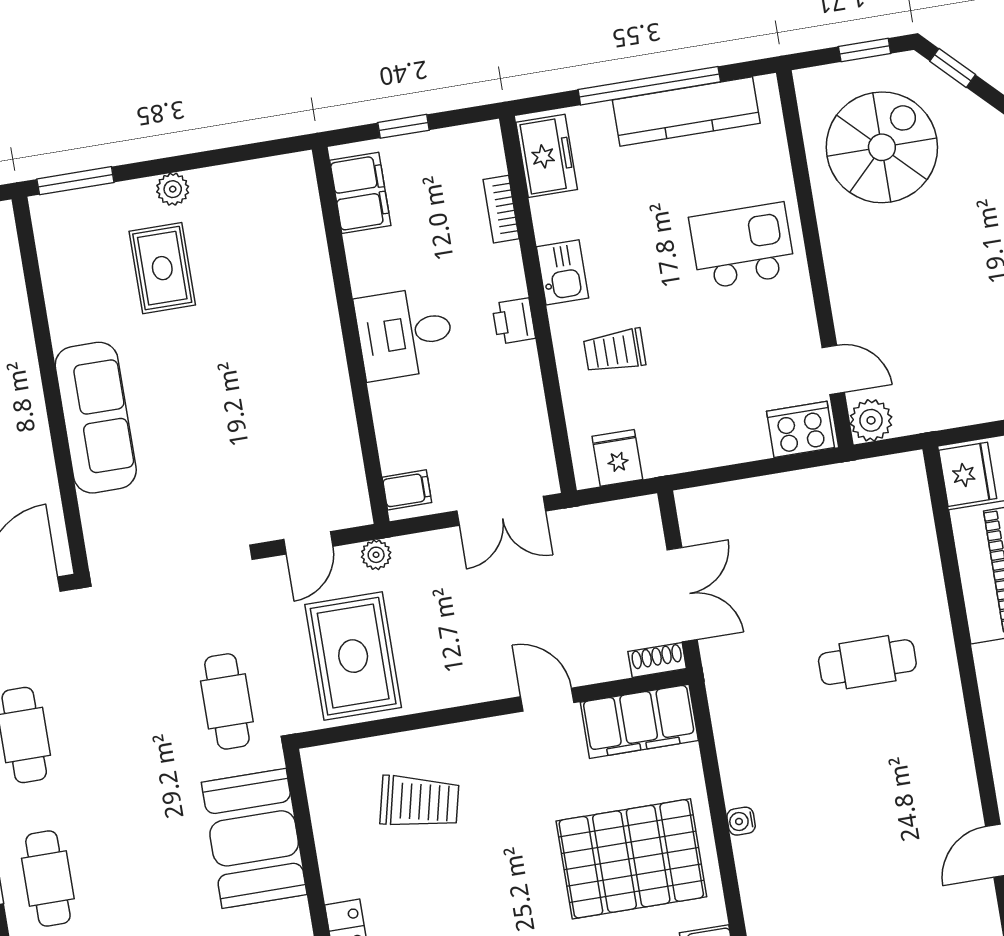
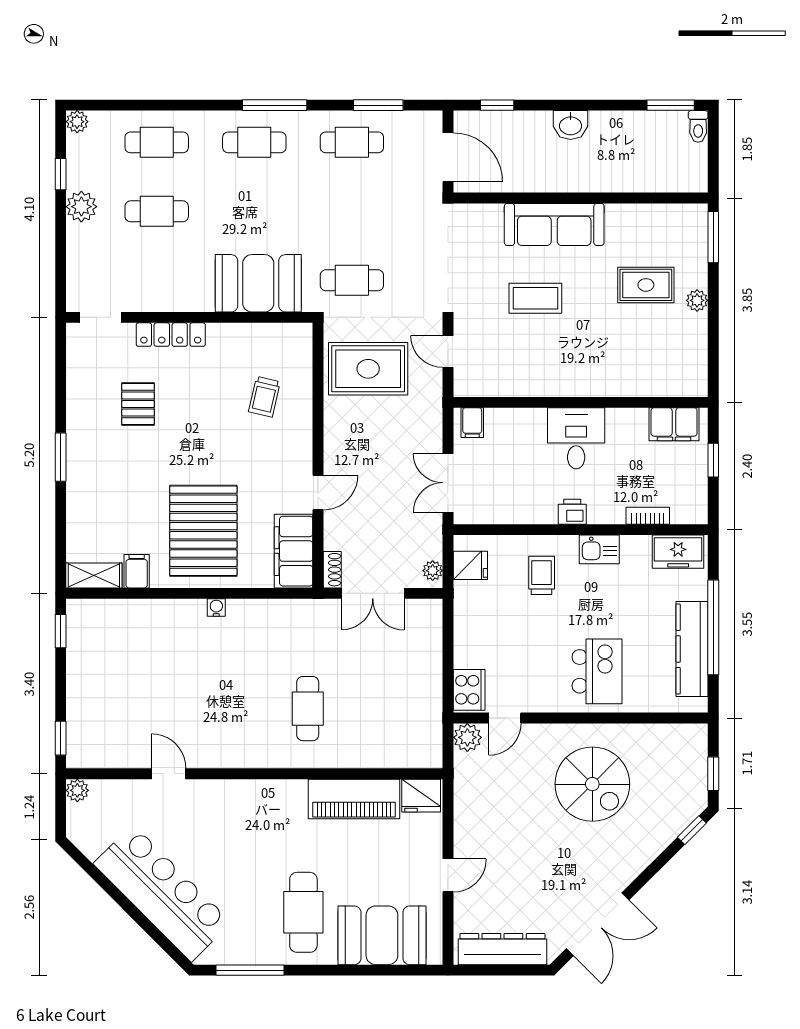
spiral stairs: (882, 147) -> (592, 784), moved
coffee table: (209, 427) -> (535, 298), added
plant: (376, 555) -> (433, 571), moved
trolley: (419, 802) -> (264, 397), width x0.73, depth x0.72

